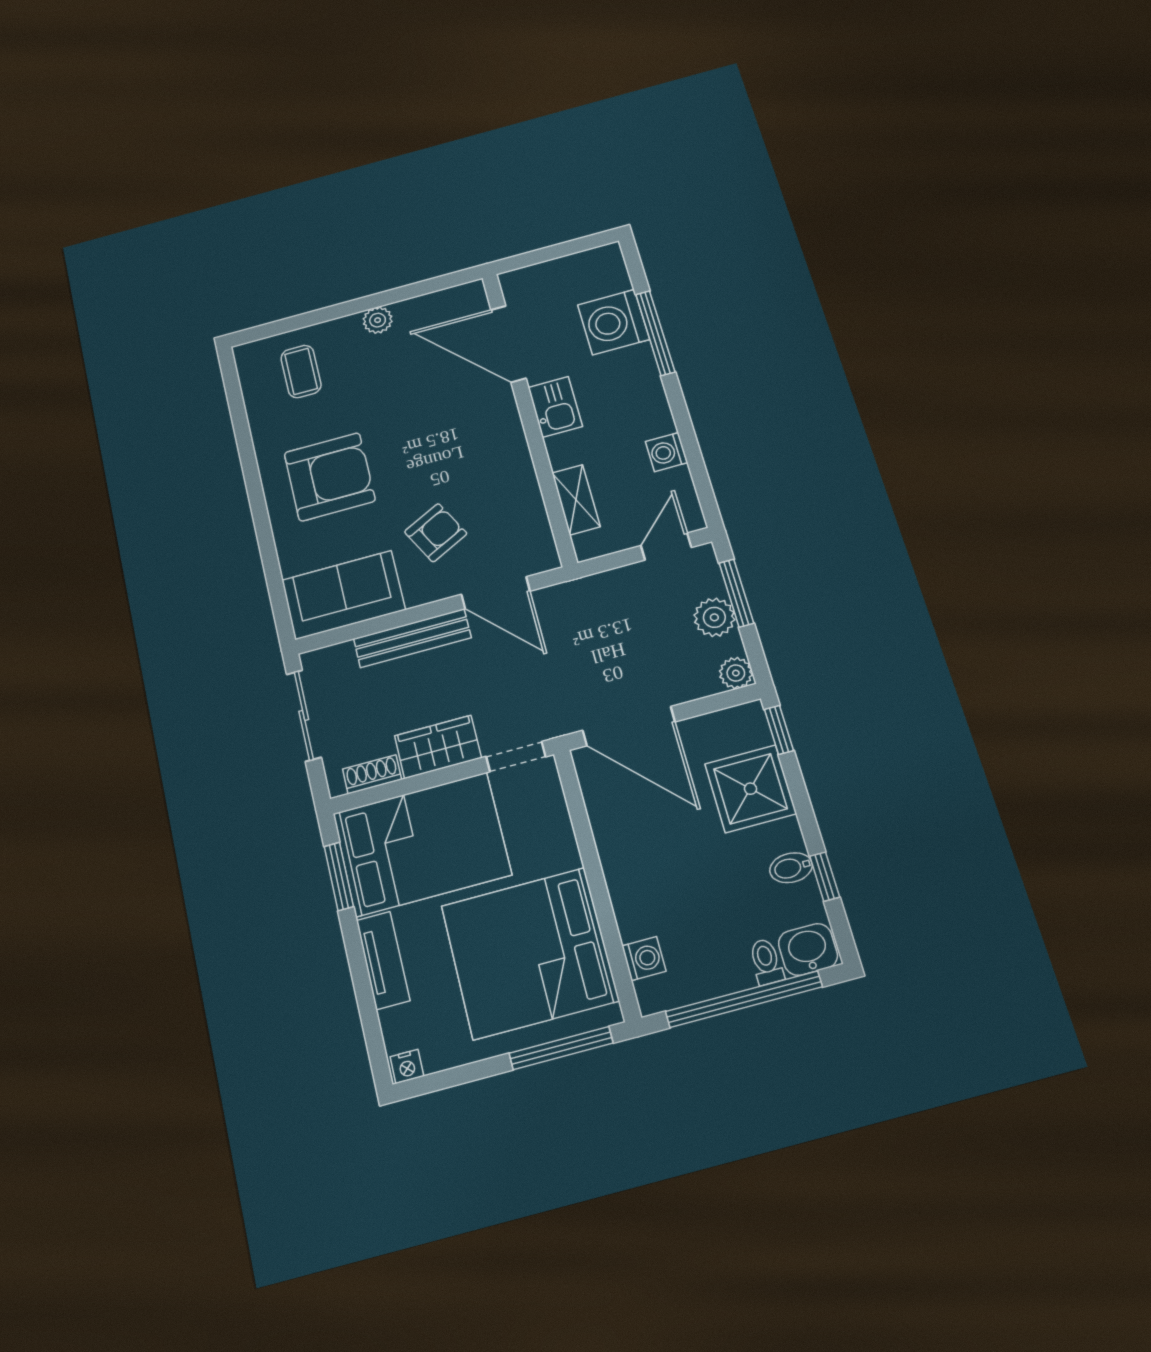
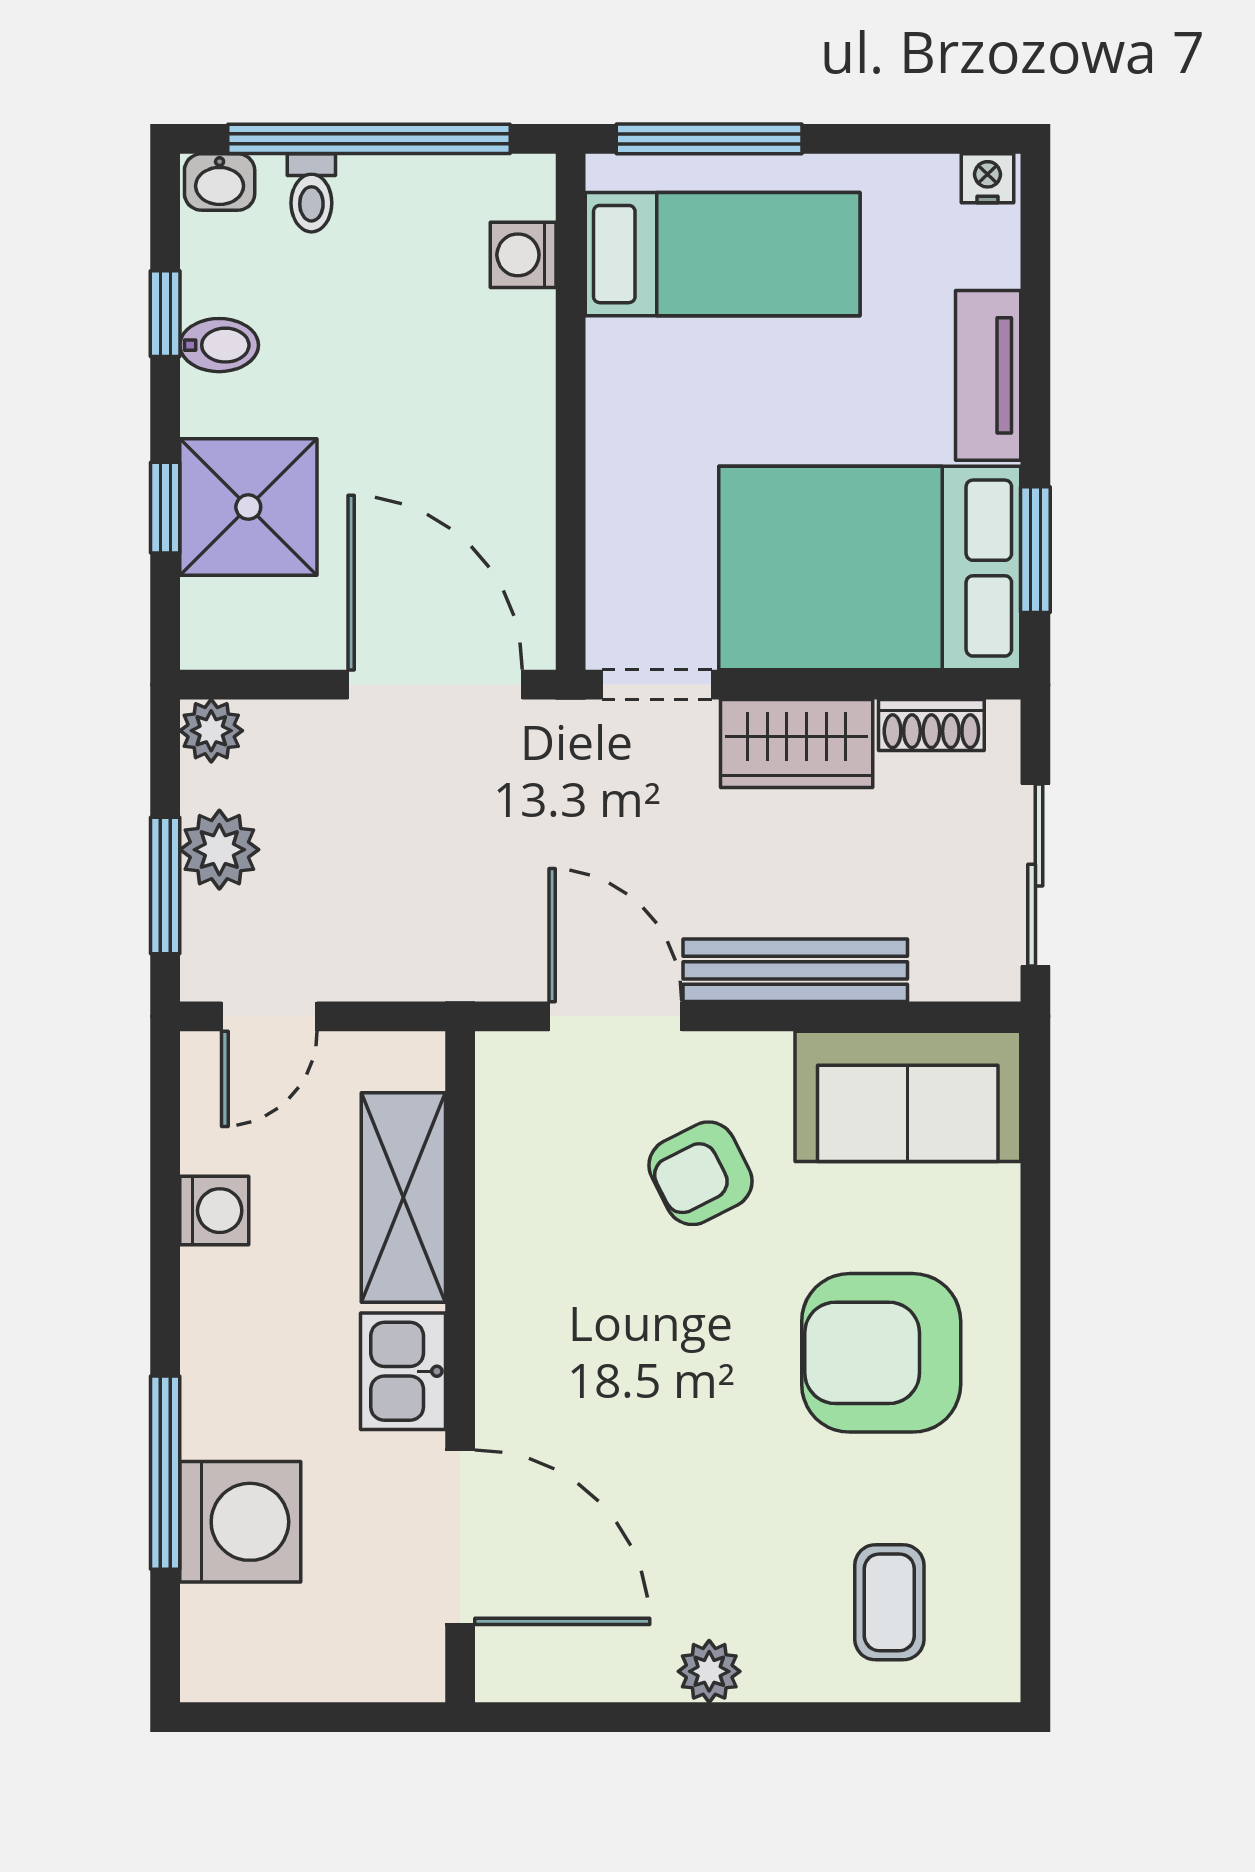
shelving: (576, 500) -> (403, 1198), width x1.50, depth x1.33
window: (779, 730) -> (165, 508), moved
washbasin: (808, 949) -> (220, 182), width x0.72, depth x0.69
bed: (529, 953) -> (723, 254), width x0.49

